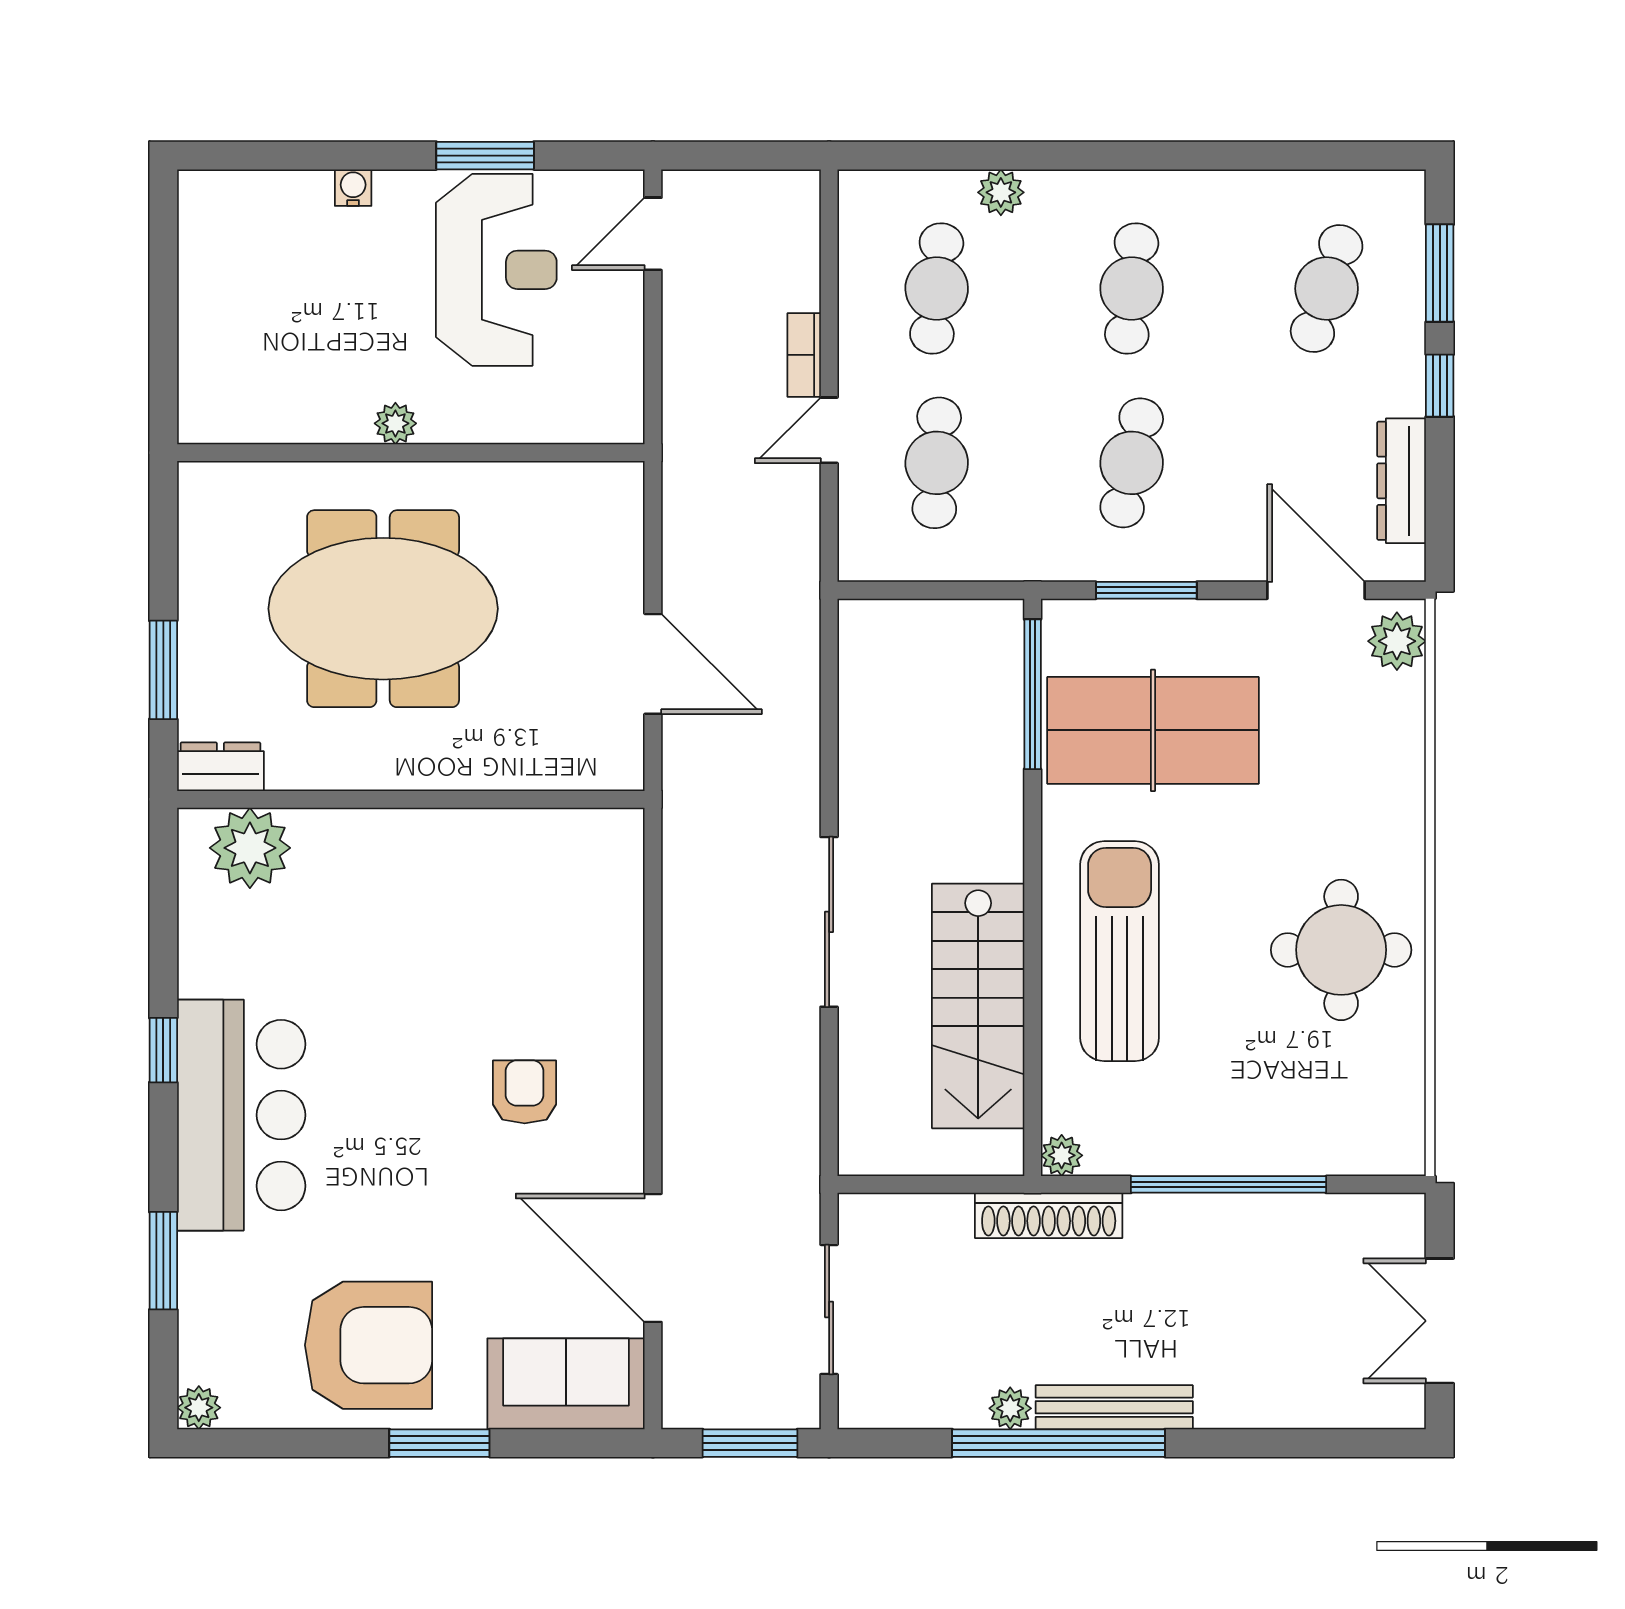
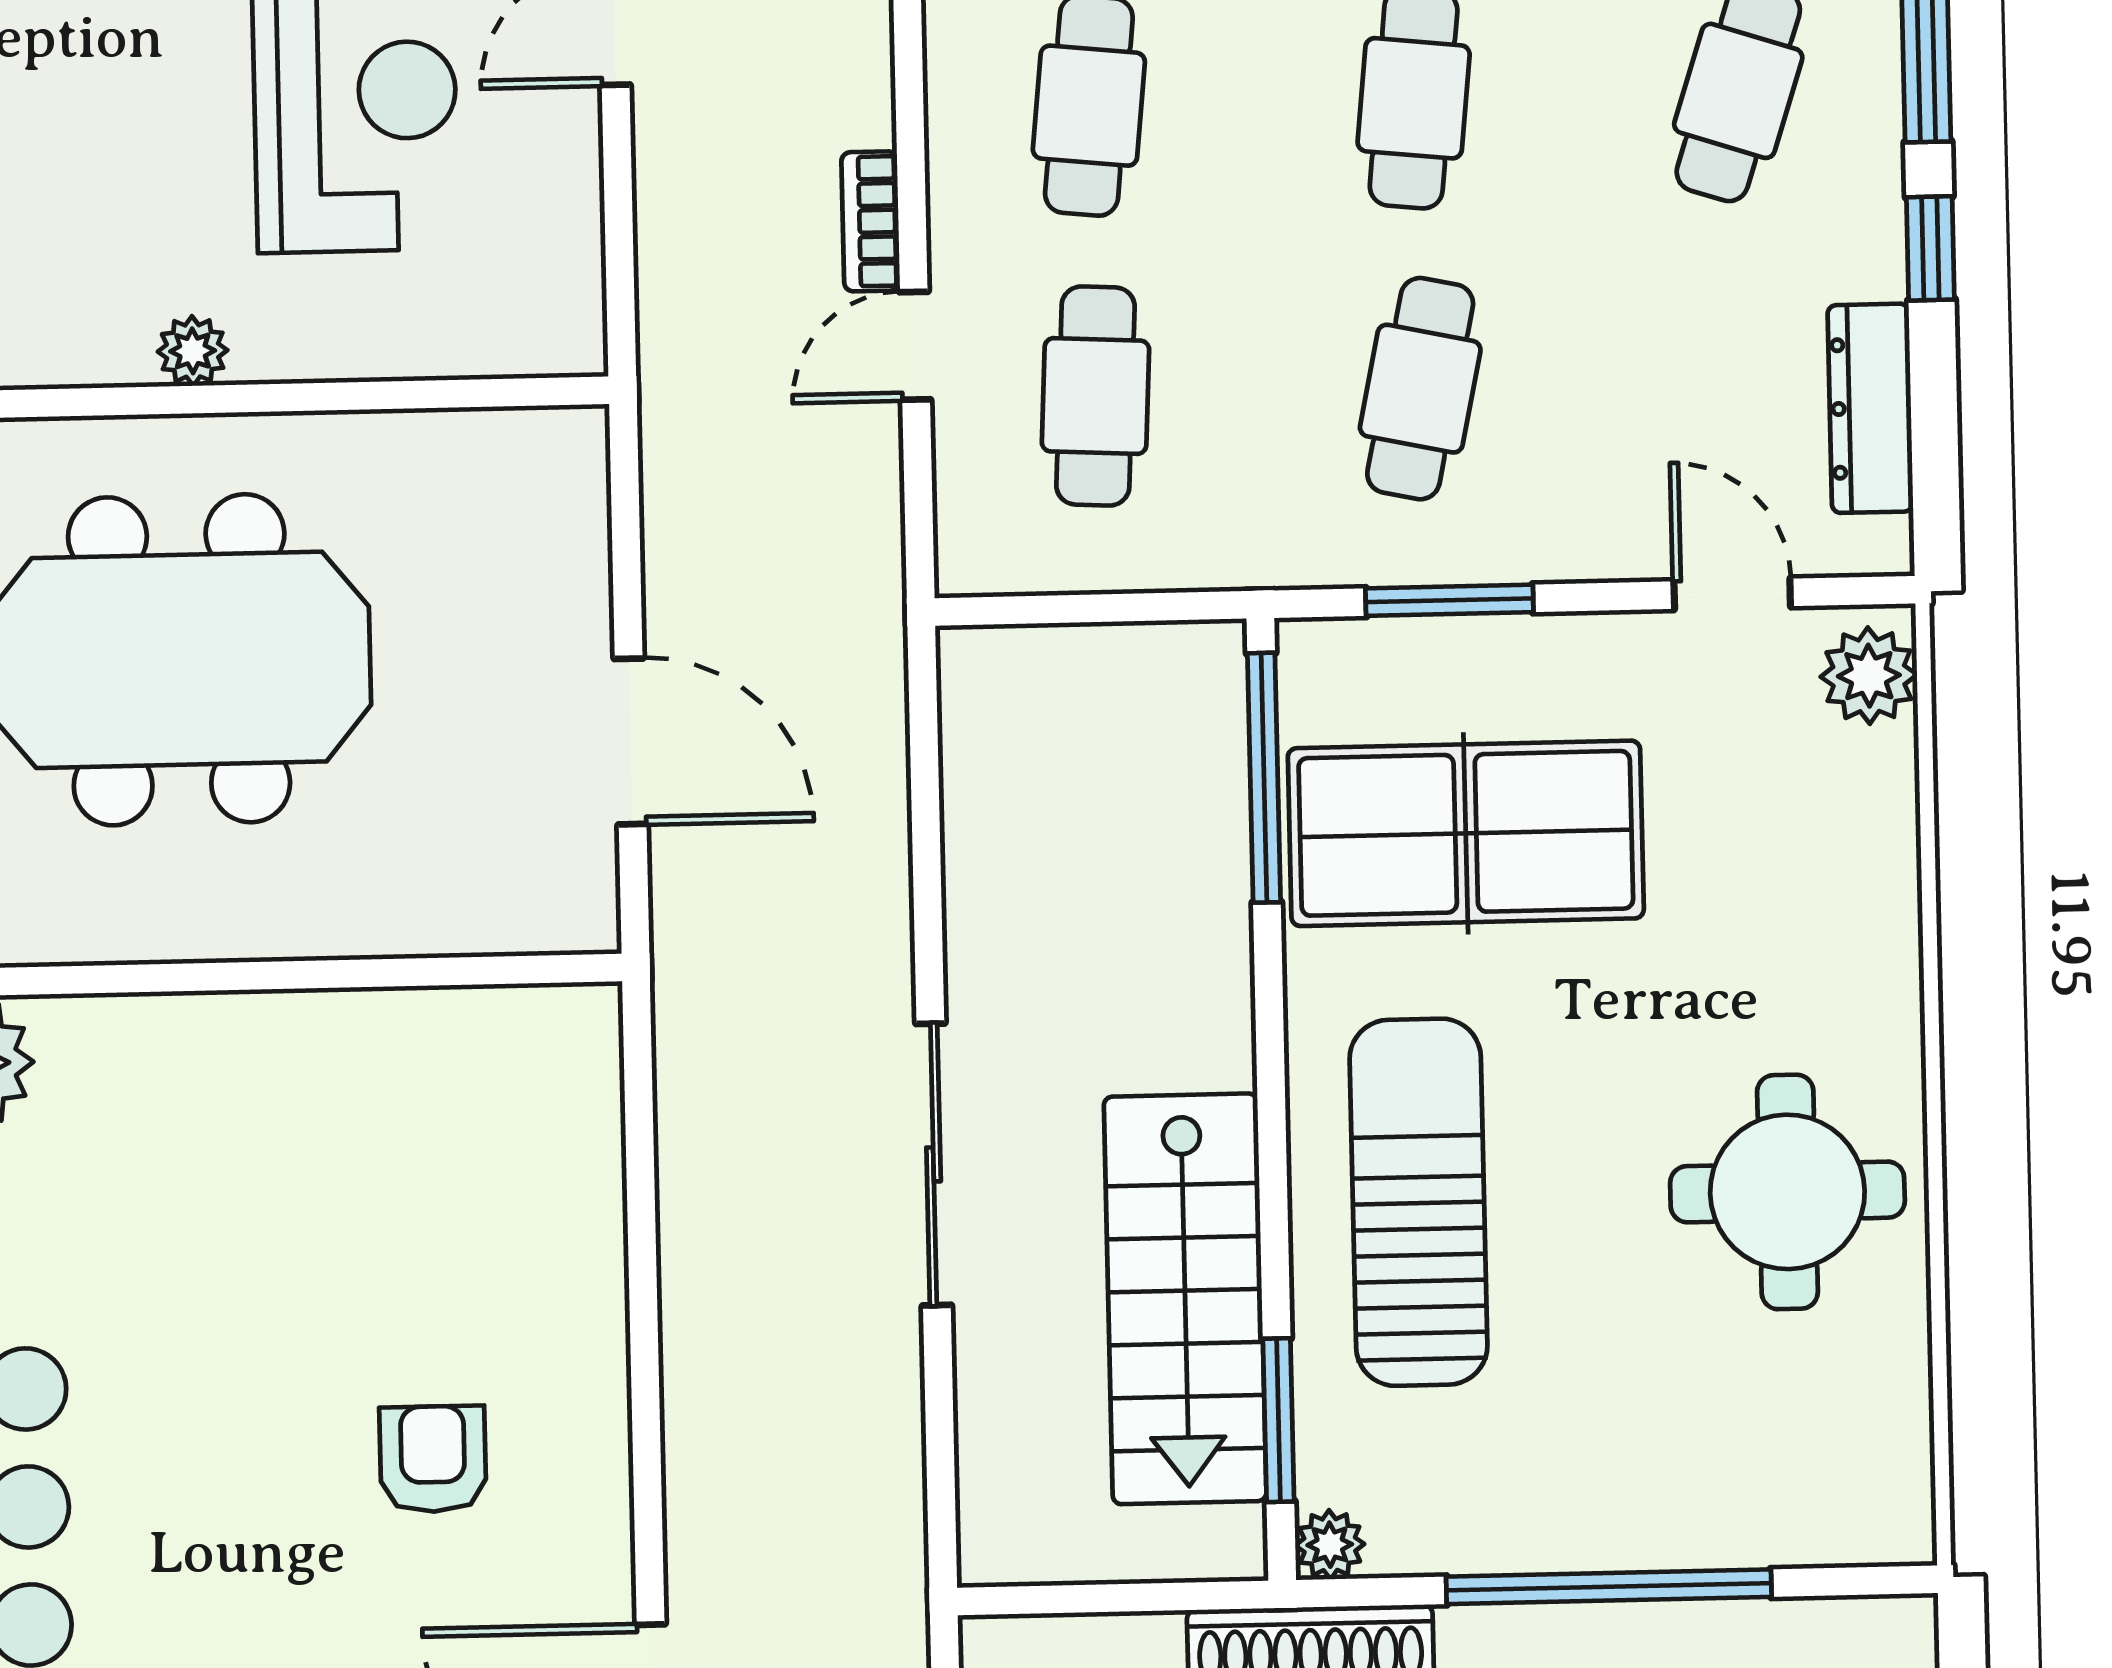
door: (1316, 590) -> (1732, 594), width x0.73
window: (1033, 1080) -> (1279, 1420), added

